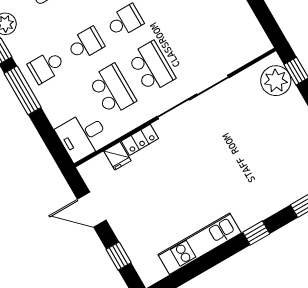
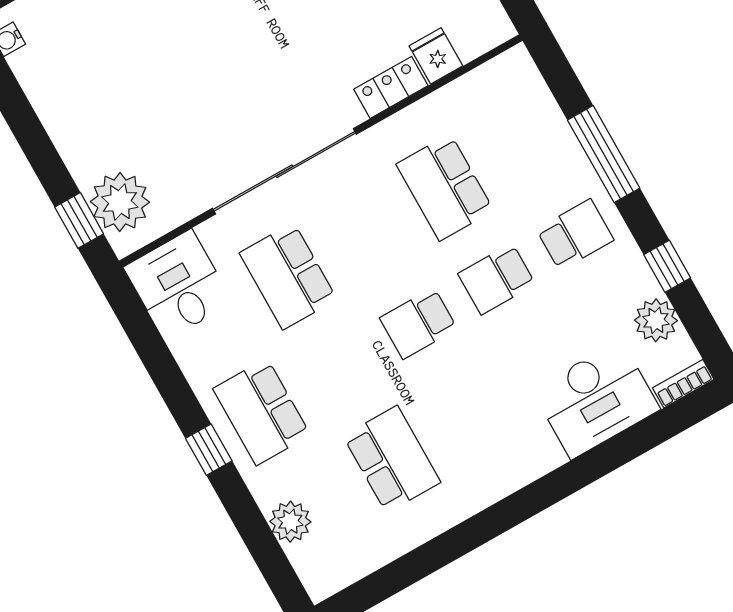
school desk: (151, 67) -> (288, 276), moved
window: (23, 90) -> (604, 154), moved
desk: (82, 136) -> (178, 285), moved, turned -90

